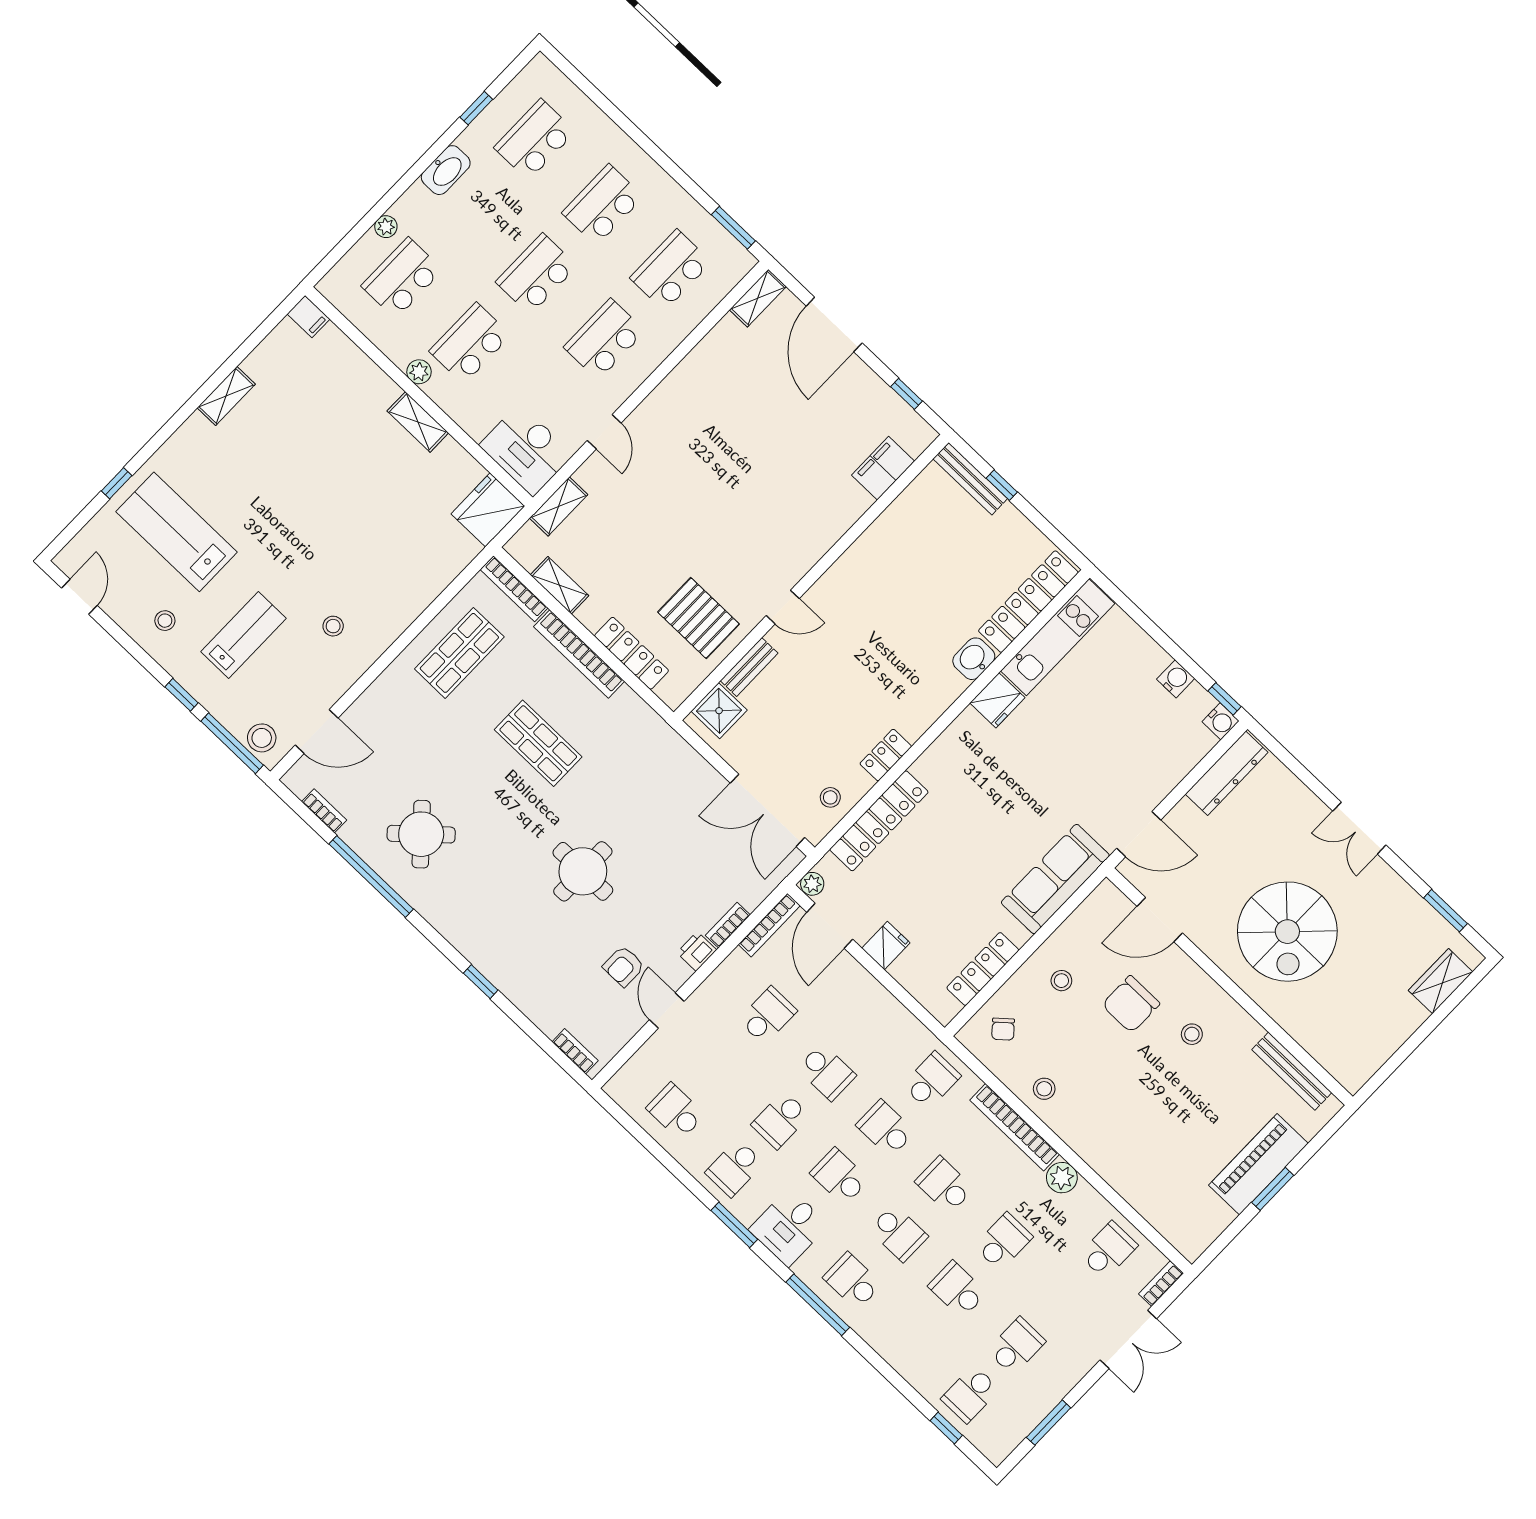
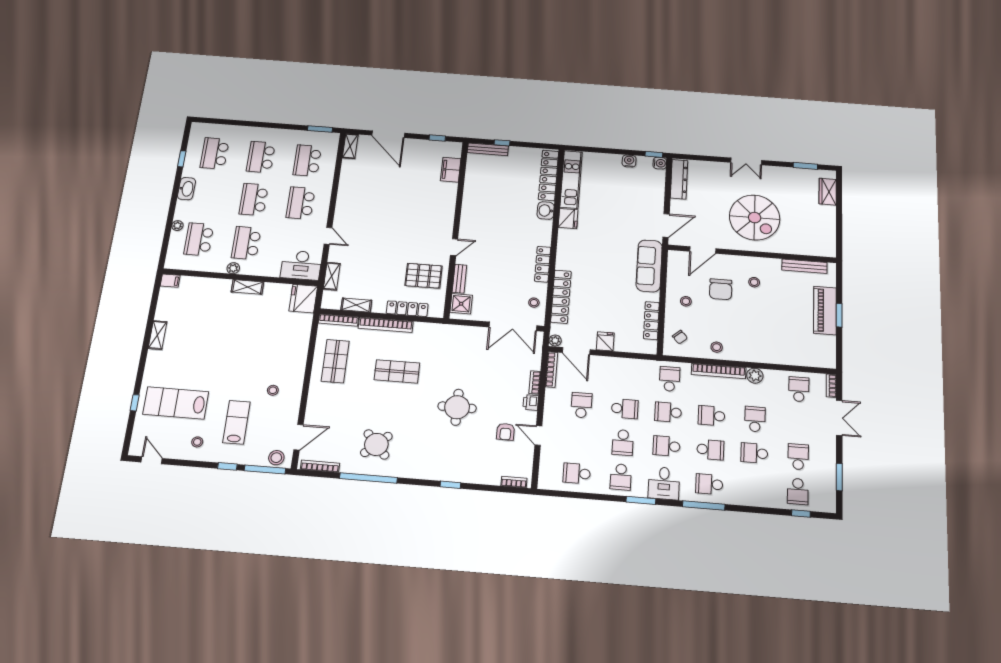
locker: (886, 755) -> (543, 264), width x1.53
bookcase: (324, 811) -> (320, 466), width x1.56

